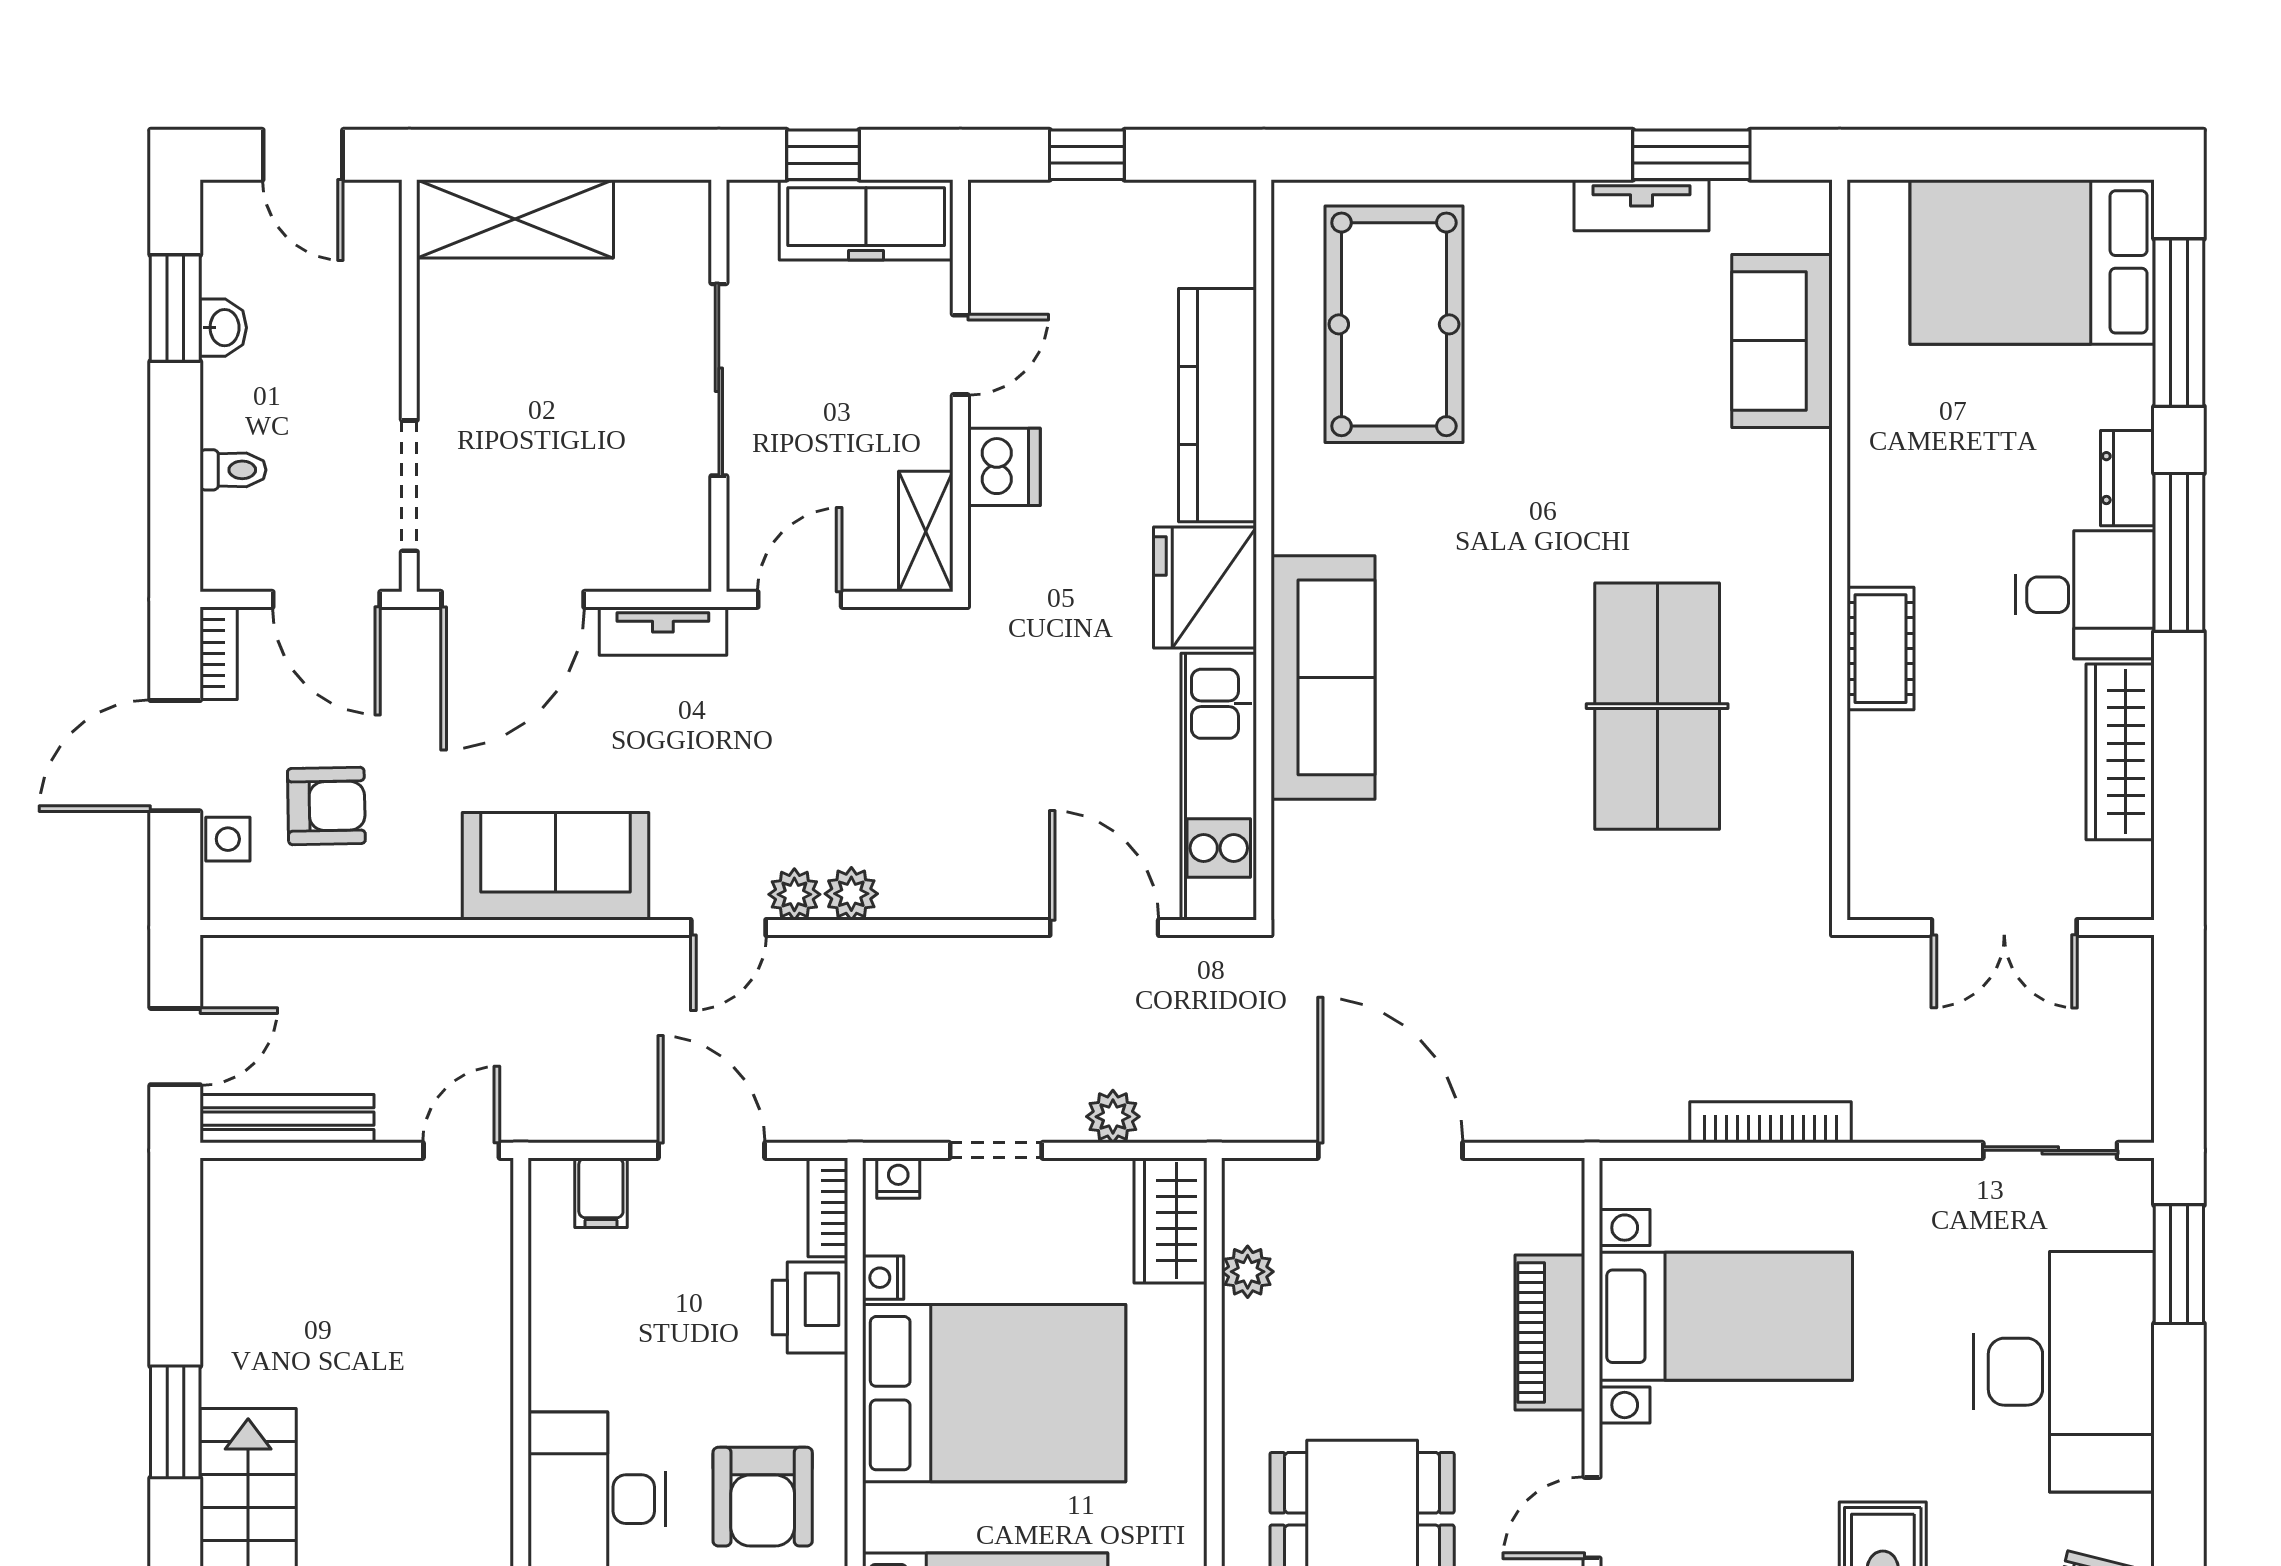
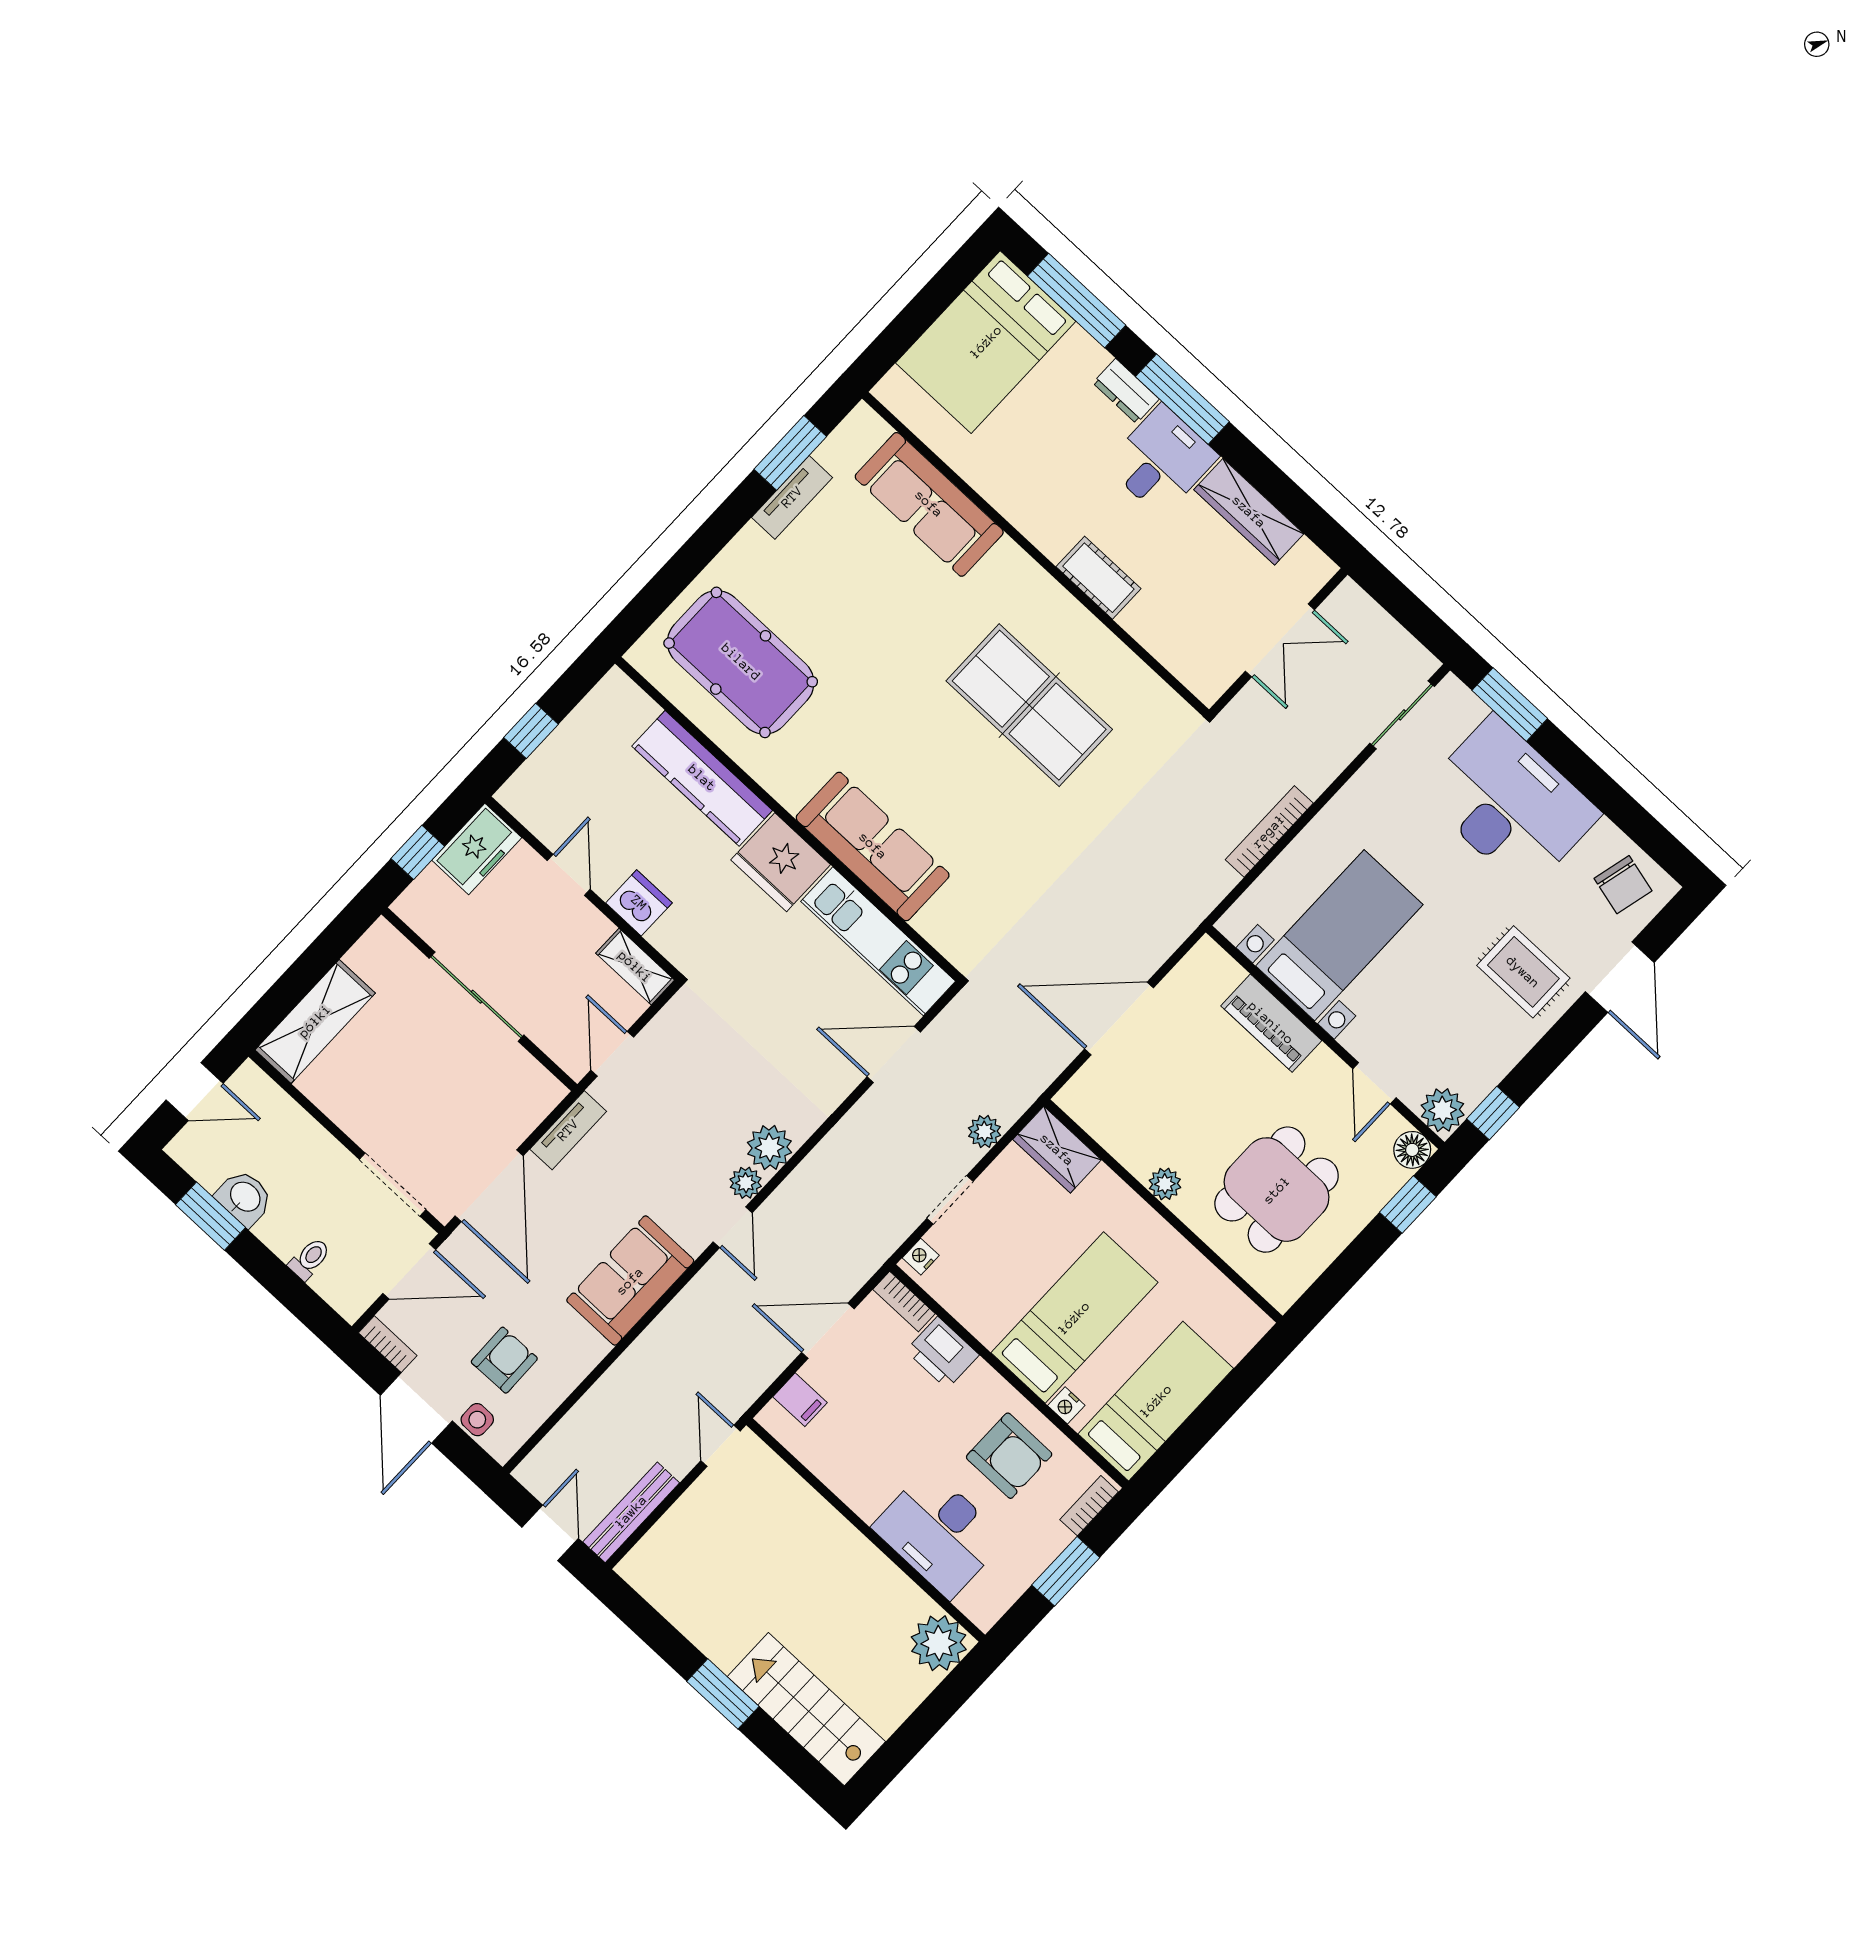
freezer: (866, 220) -> (477, 849), width x0.71
washbasin: (223, 328) -> (244, 1198), width x1.38, depth x1.45
sofa: (1782, 341) -> (929, 504), width x1.36
plant: (851, 894) -> (770, 1147), width x1.38, depth x1.38
plant: (1248, 1272) -> (1165, 1184), moved
nightstand: (883, 1278) -> (1066, 1405), moved
bed: (994, 1393) -> (1074, 1318), width x0.67

